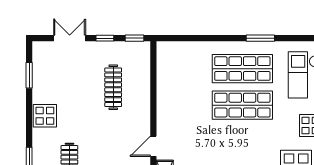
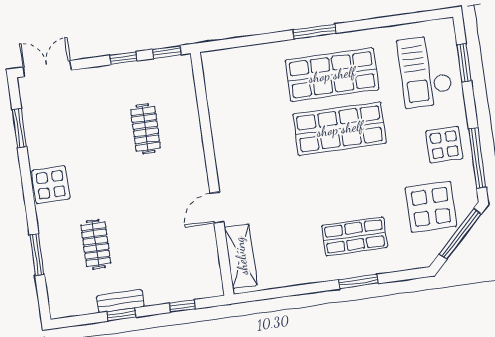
double door: (70, 38) -> (47, 69), moved
window: (260, 38) -> (315, 31), moved
clothes rail: (113, 87) -> (145, 129), width x0.73

